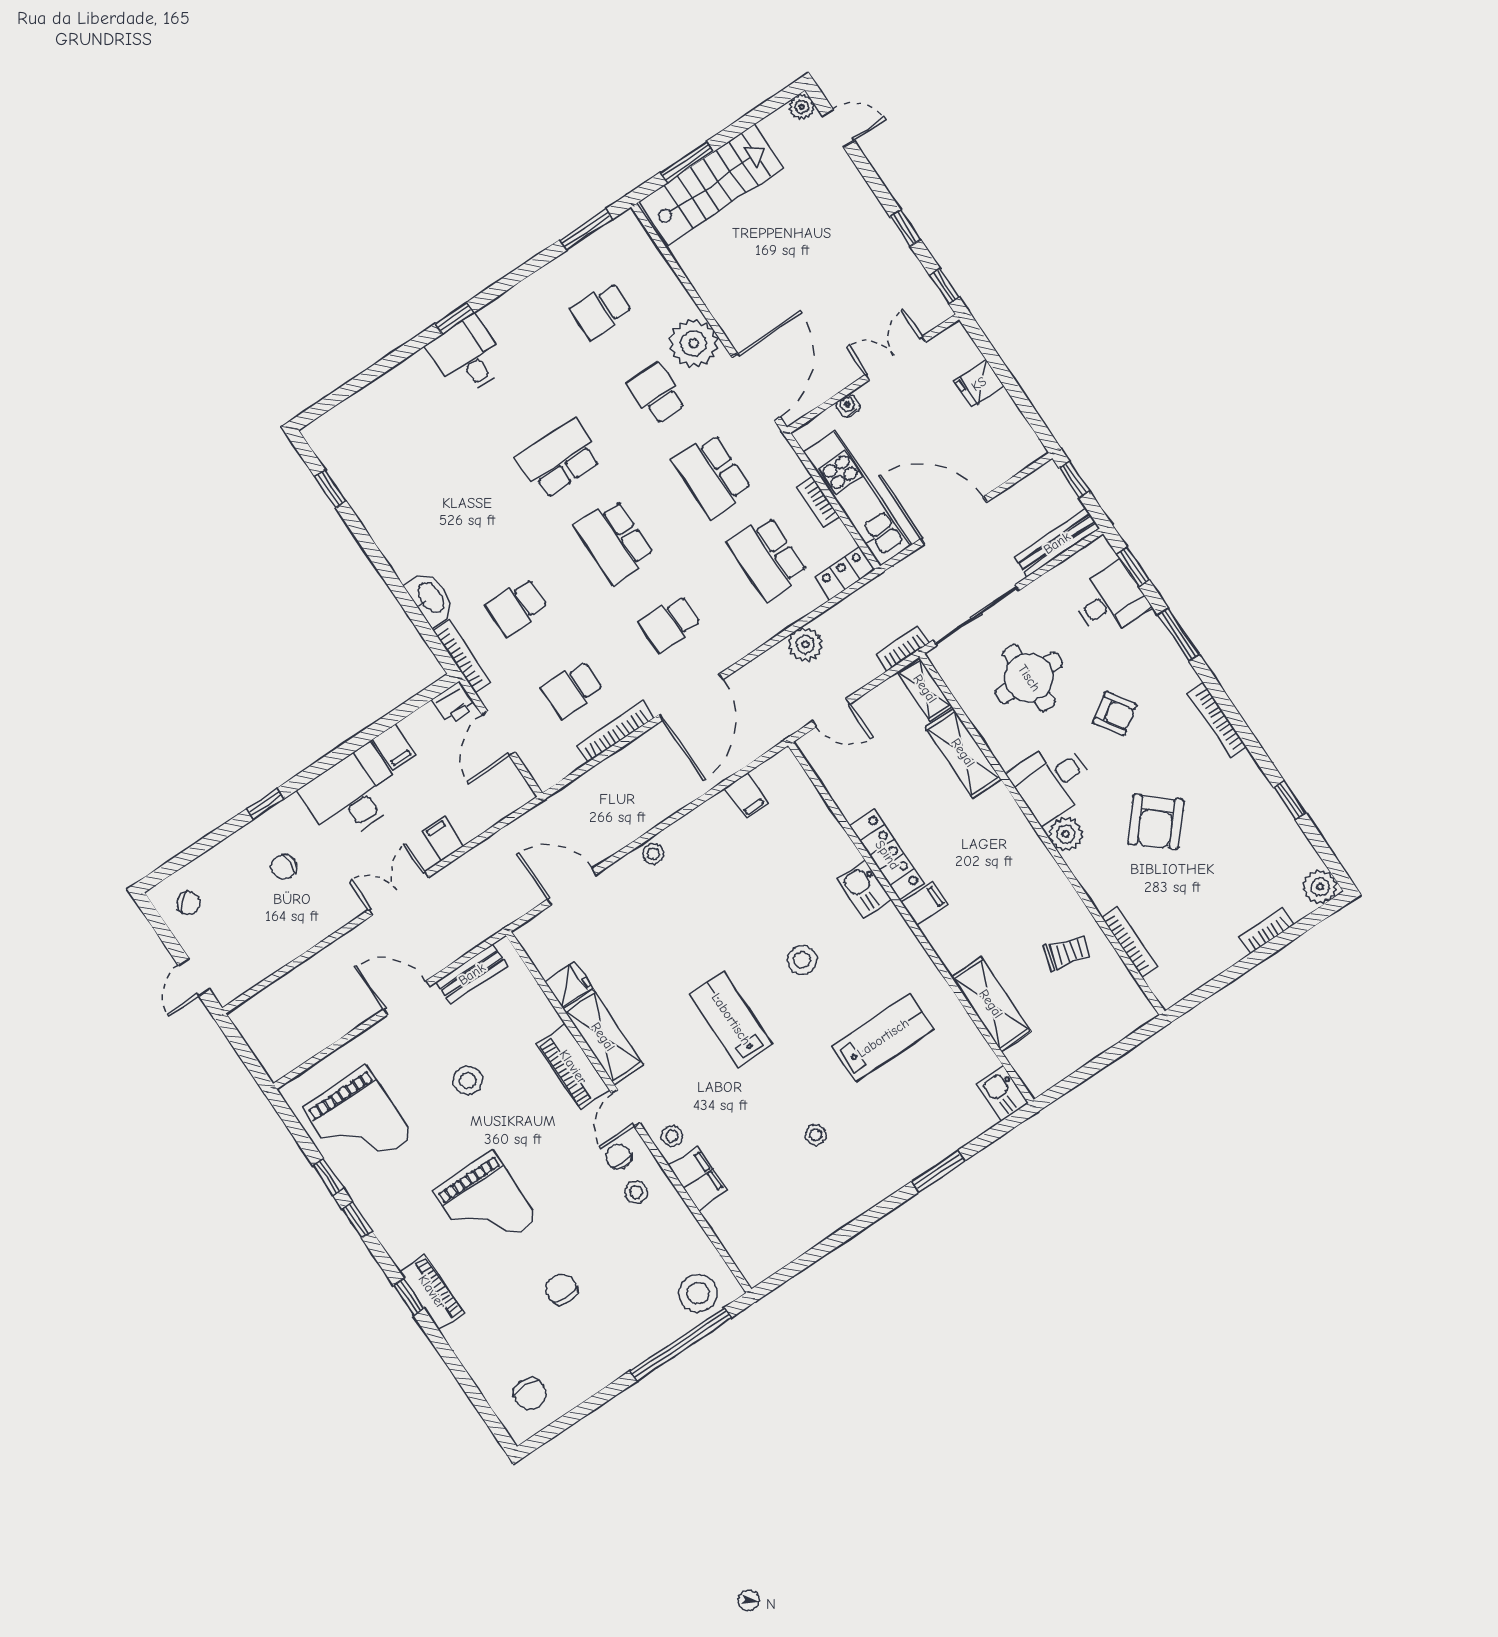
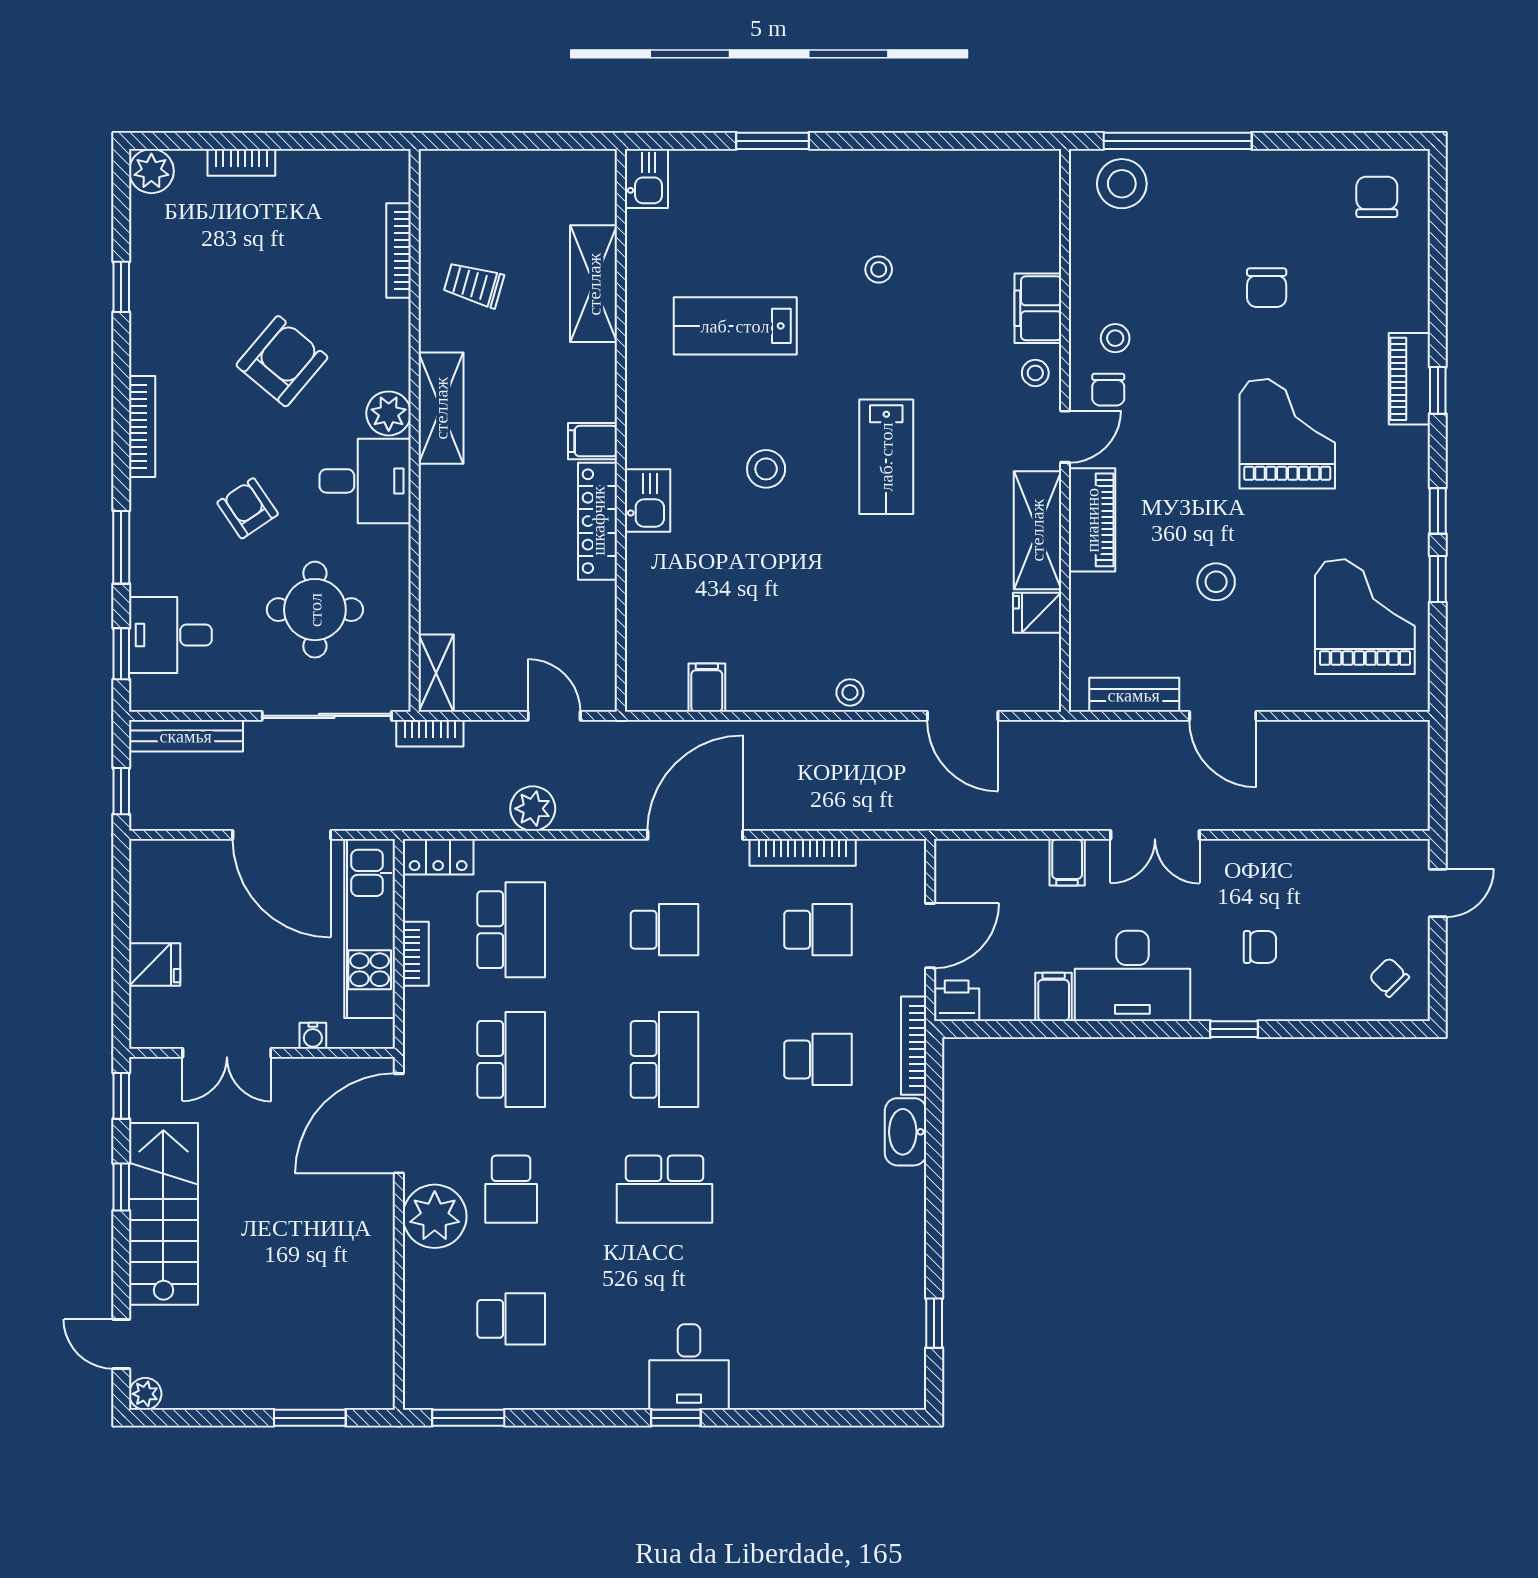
stairs: (711, 185) -> (163, 1214), moved, turned 90
shelving: (963, 753) -> (441, 408), moved

